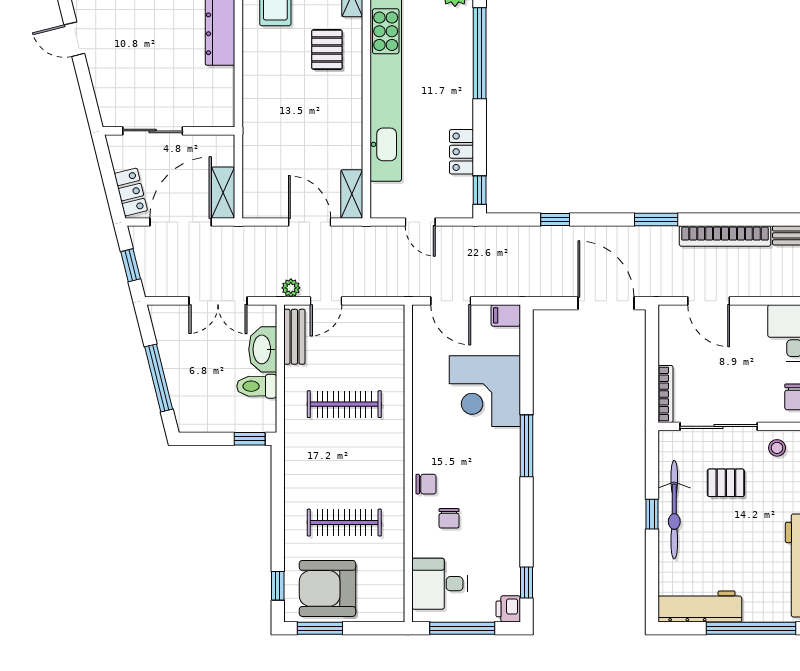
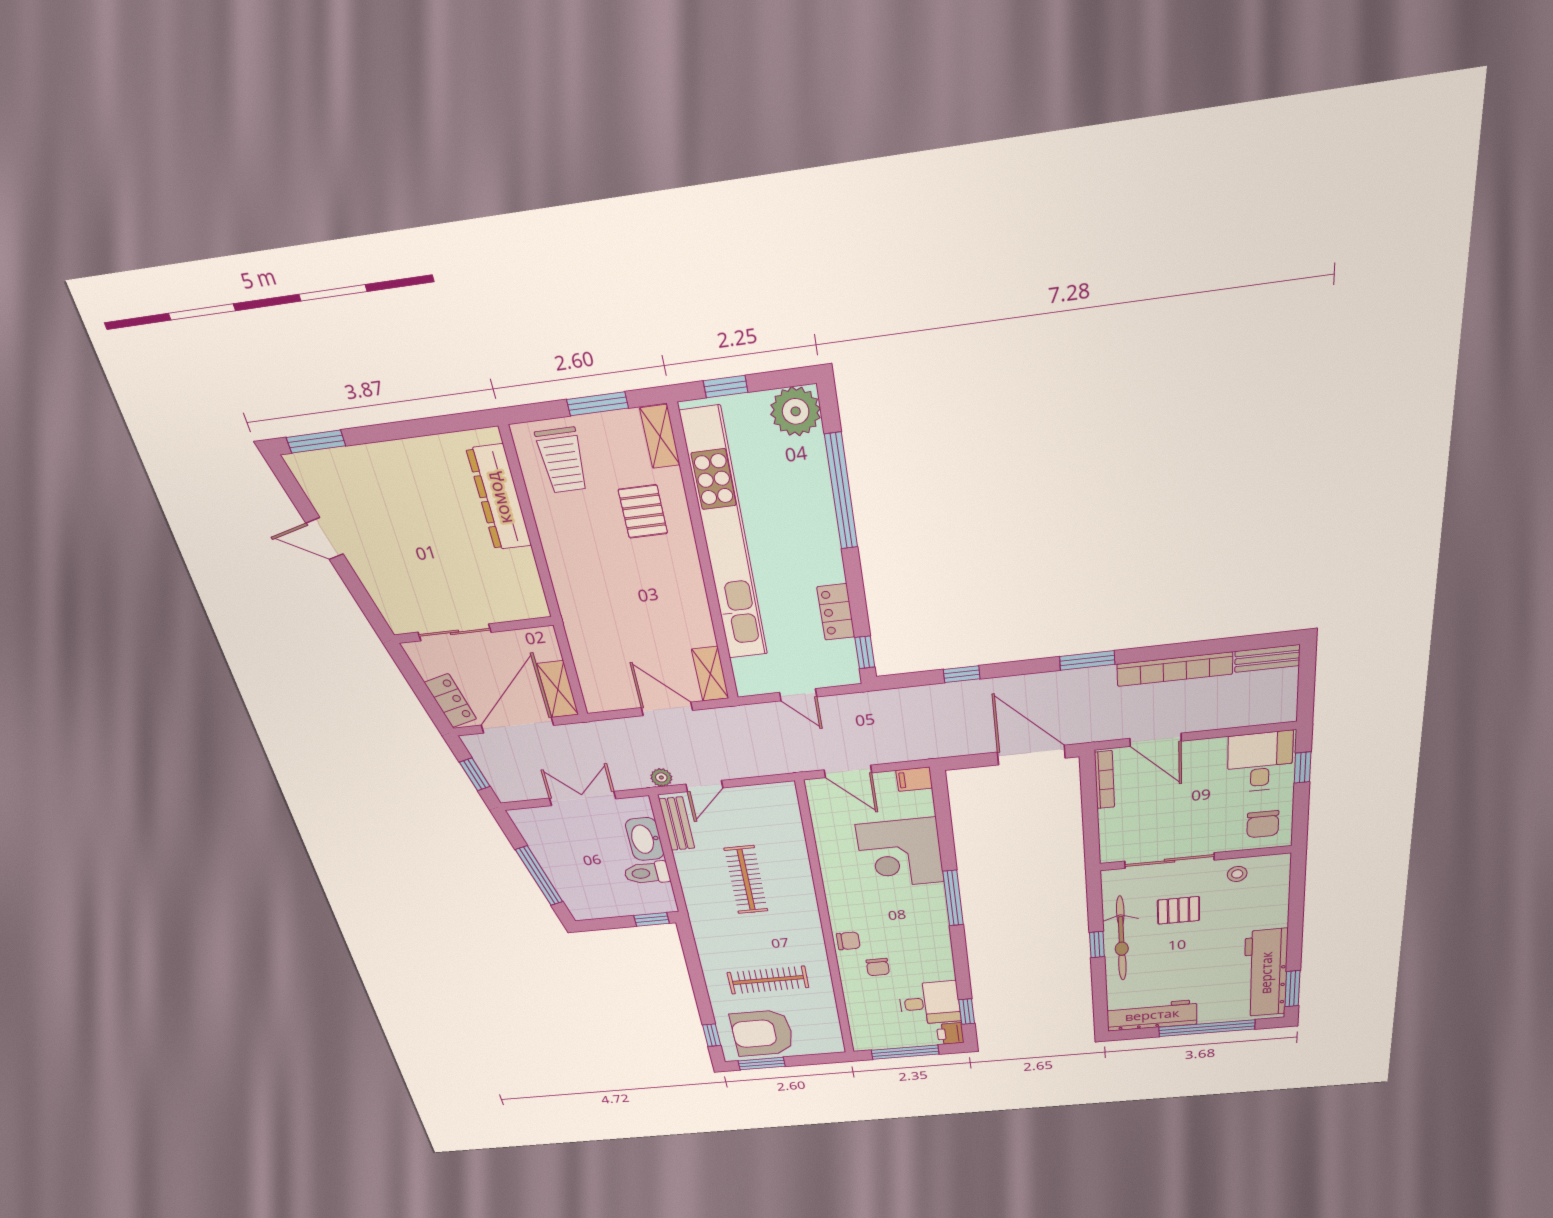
double door: (218, 301) -> (583, 798), swing flipped
bookcase: (666, 394) -> (1105, 780), moved
clothes rail: (344, 404) -> (746, 880), turned 90
desk: (440, 584) -> (930, 1003), moved, turned 180

